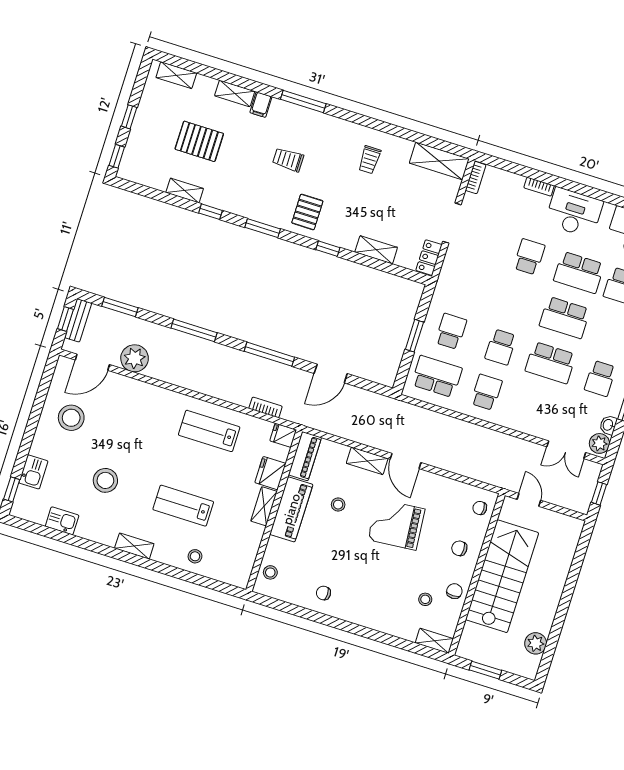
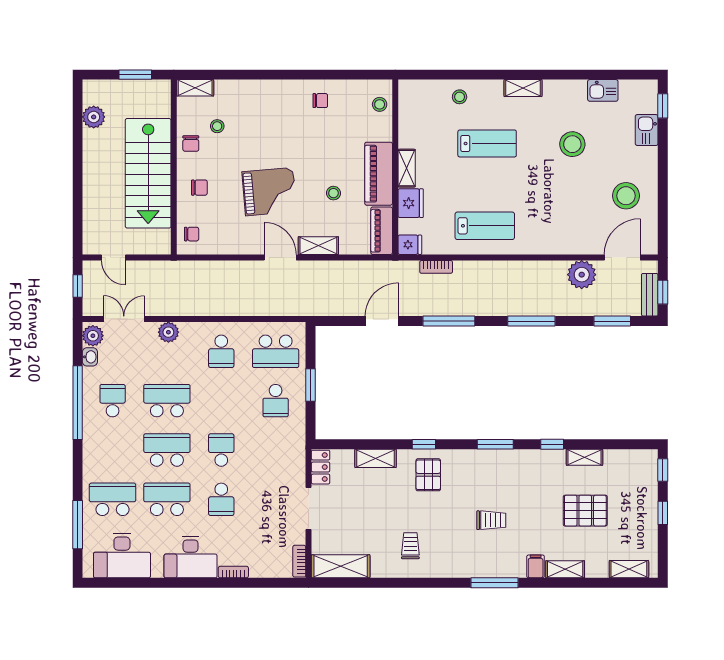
pallet: (307, 212) -> (428, 475), moved
school desk: (501, 347) -> (221, 450), moved
plant: (529, 425) -> (168, 332), added
door: (529, 500) -> (114, 258), moved

